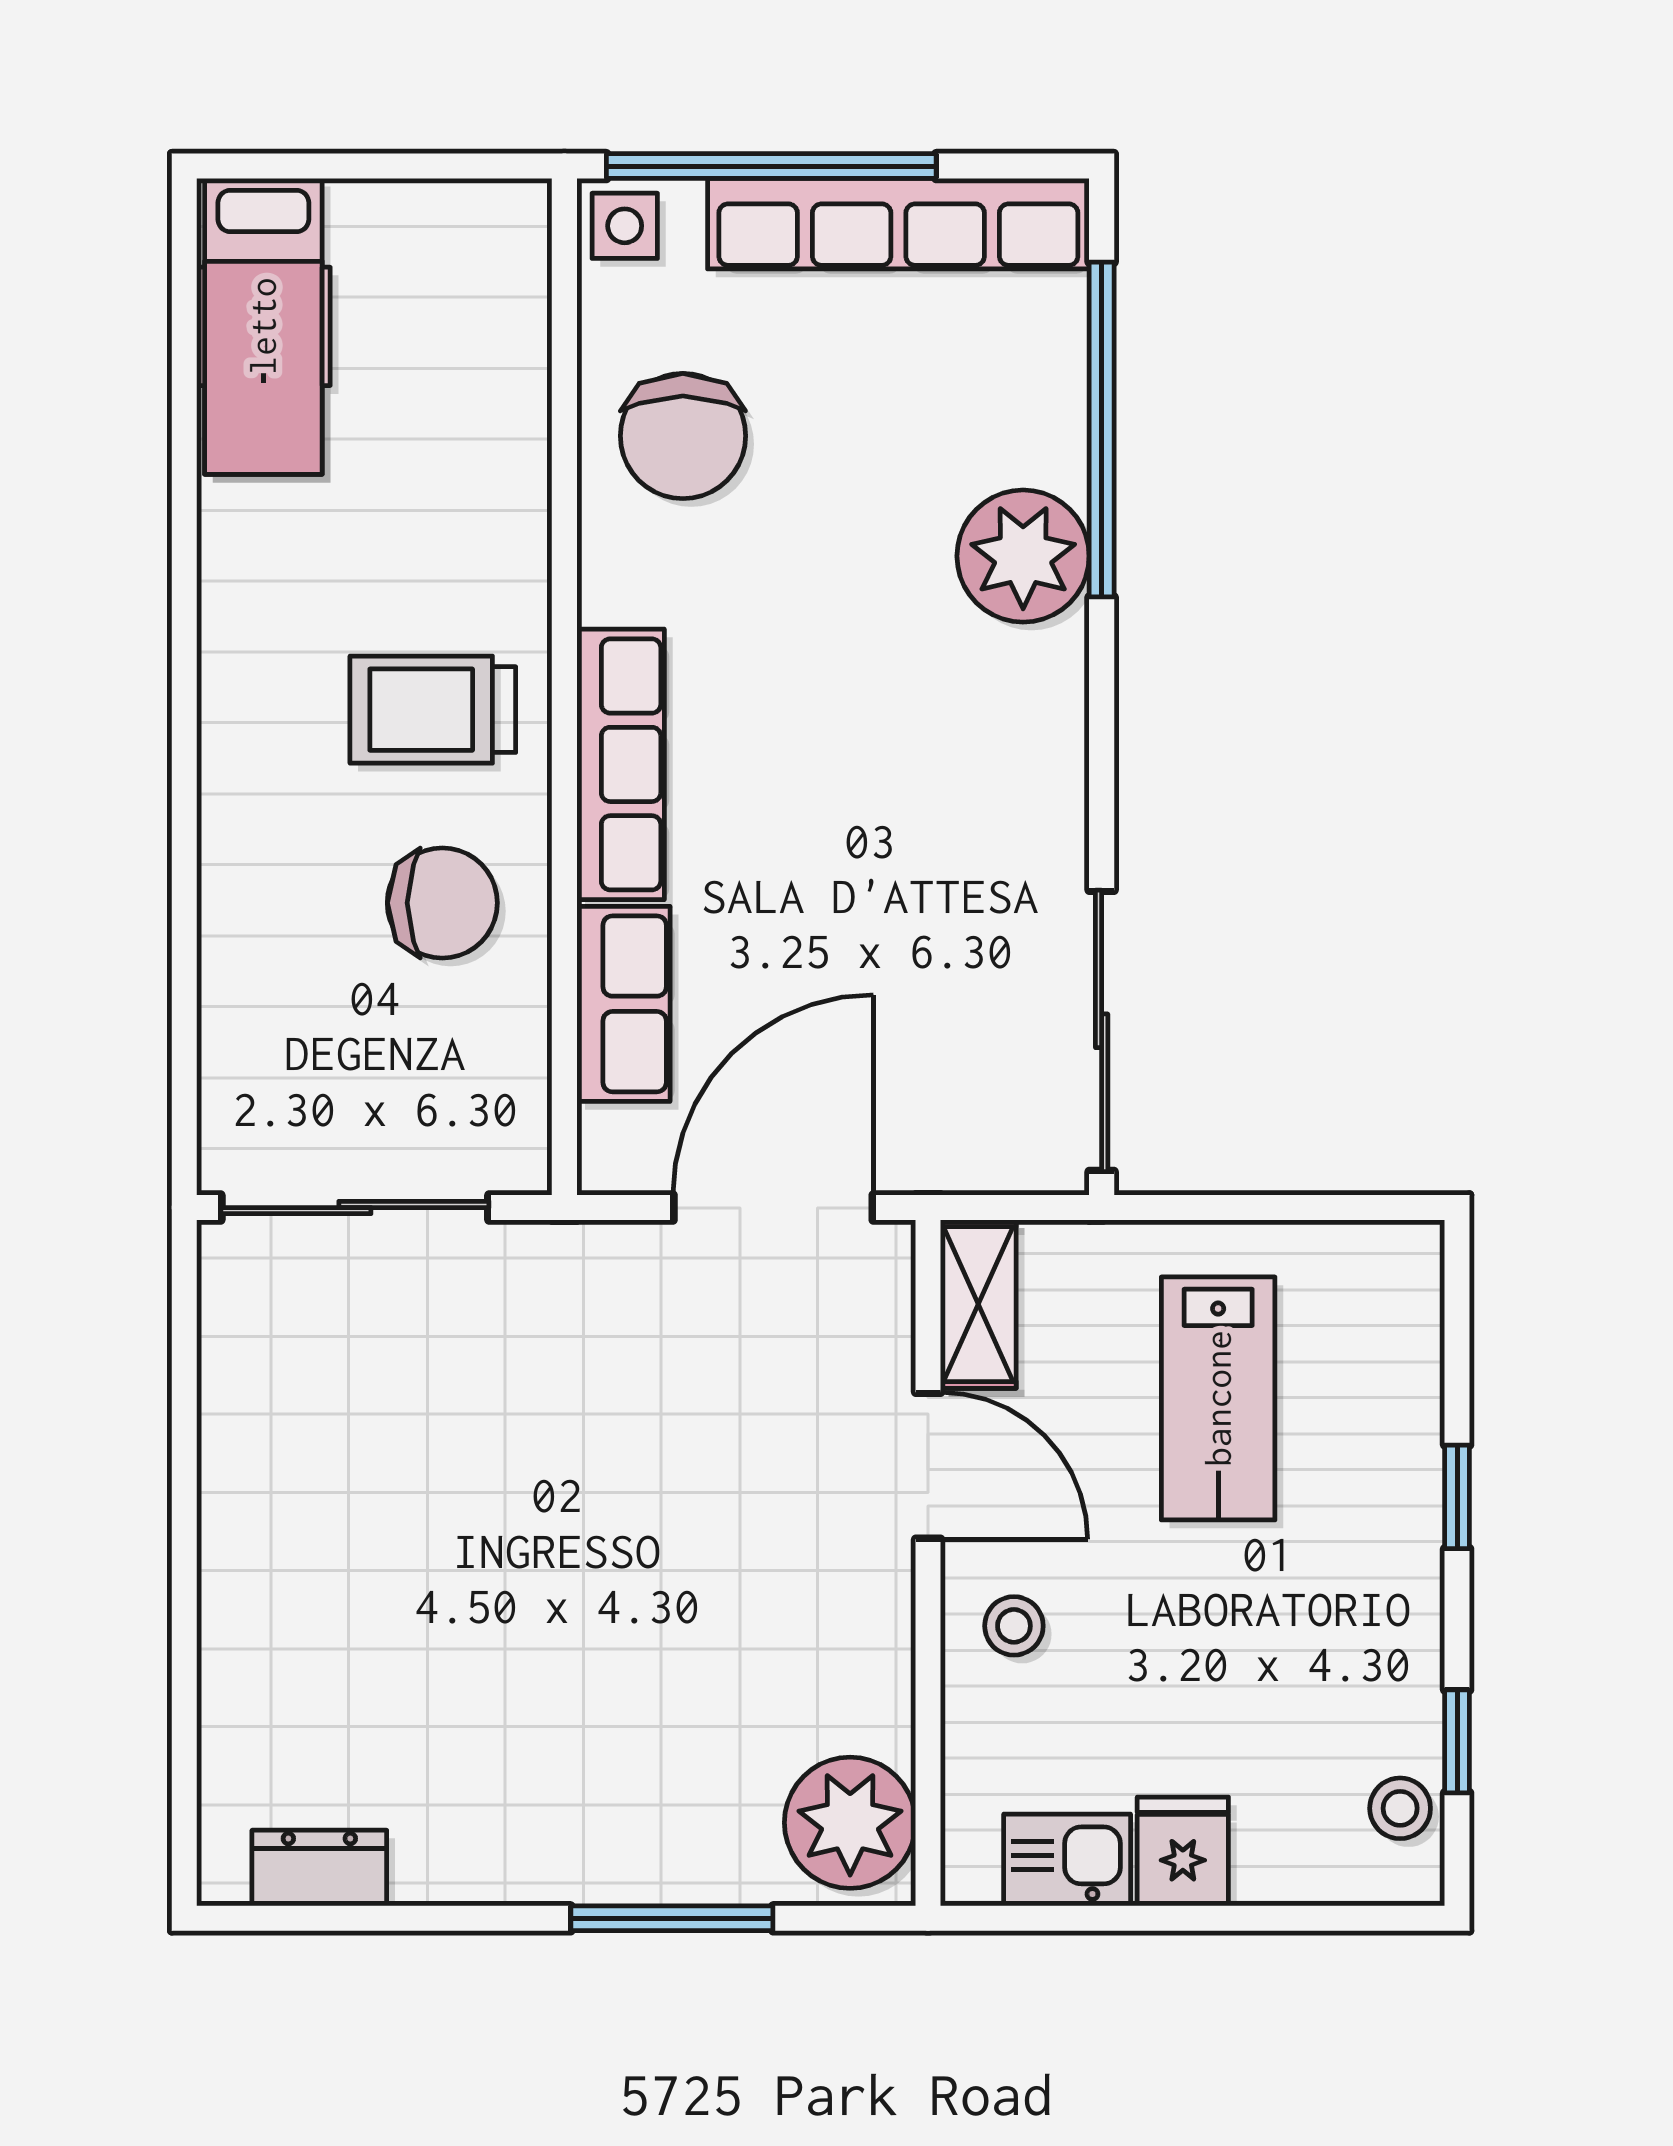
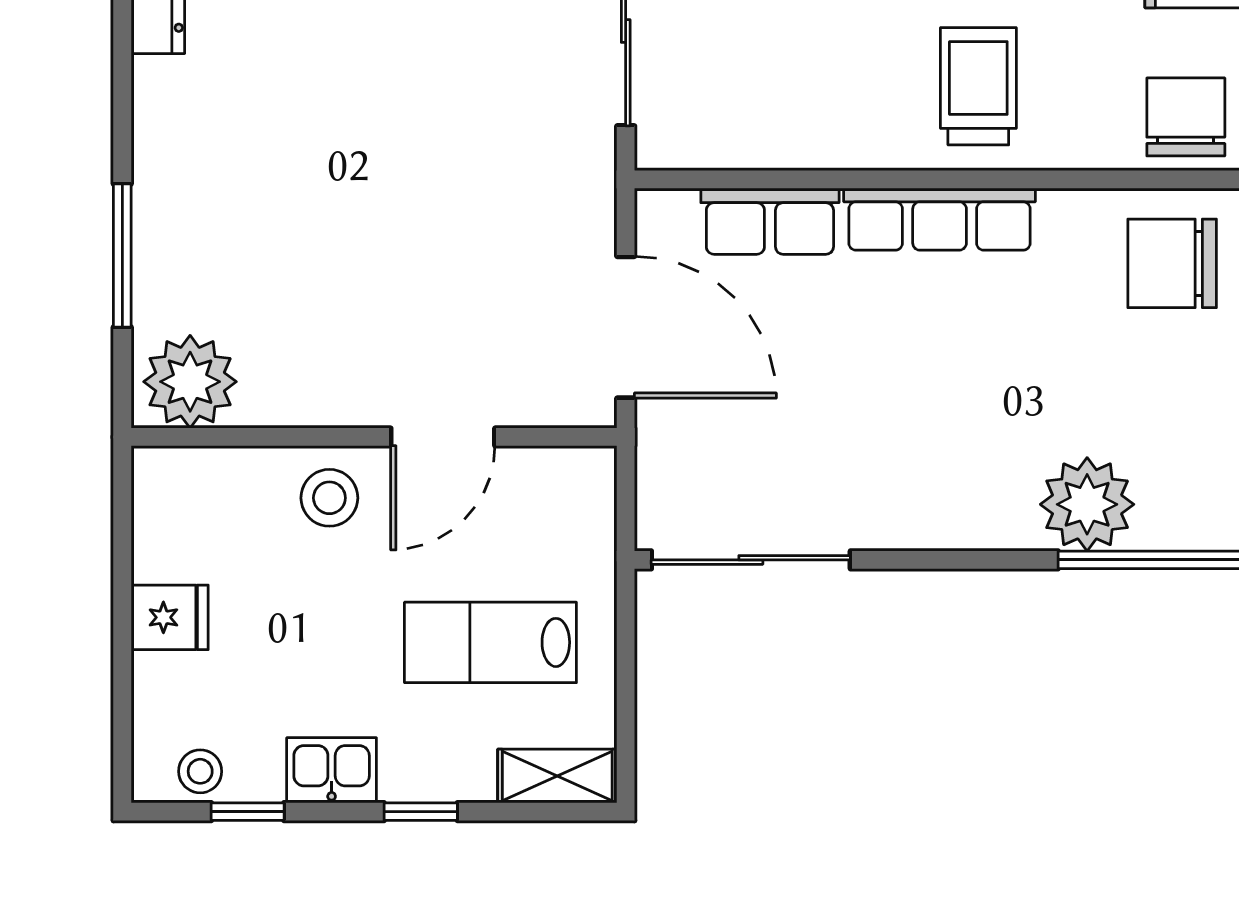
chair: (442, 903) -> (1186, 117), moved, turned 180
shelving: (978, 1304) -> (557, 776), moved
stool: (1014, 1626) -> (329, 498), width x1.37, depth x1.37
kitchen sink: (1067, 1860) -> (332, 770), moved, turned -90

